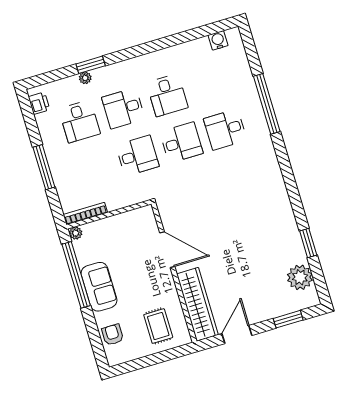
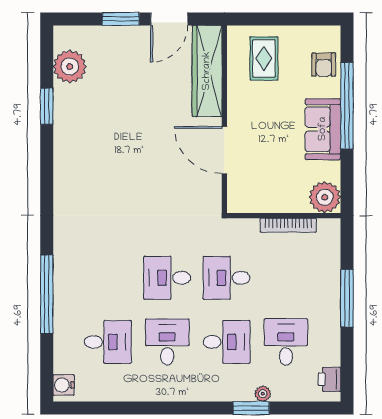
water cooler: (218, 40) -> (64, 385), moved, turned 90
desk: (225, 129) -> (108, 342), moved
bookcase: (85, 213) -> (288, 225), moved
plant: (76, 233) -> (325, 197), width x1.88, depth x1.88
window: (76, 275) -> (347, 106), moved
window: (288, 319) -> (121, 19), moved

